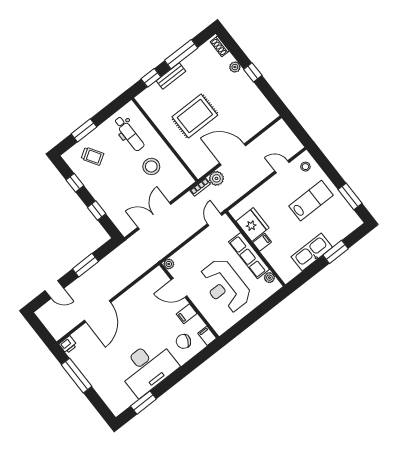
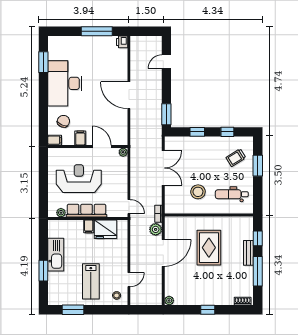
plant: (235, 67) -> (169, 301), moved
window: (85, 265) -> (166, 114), moved
door: (179, 288) -> (102, 147), hinge flipped
door: (97, 311) -> (129, 95), moved

